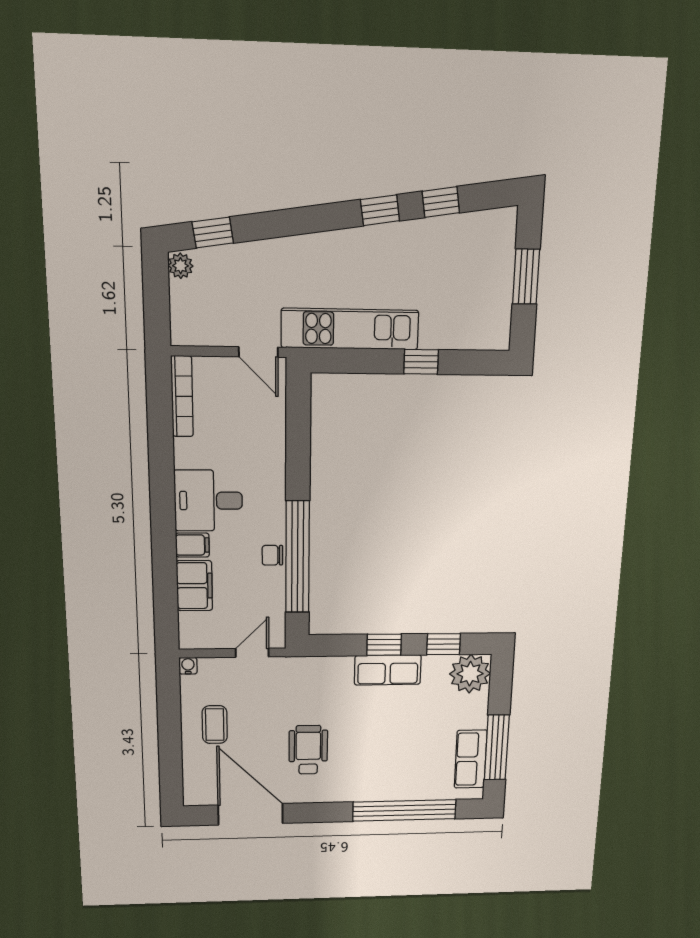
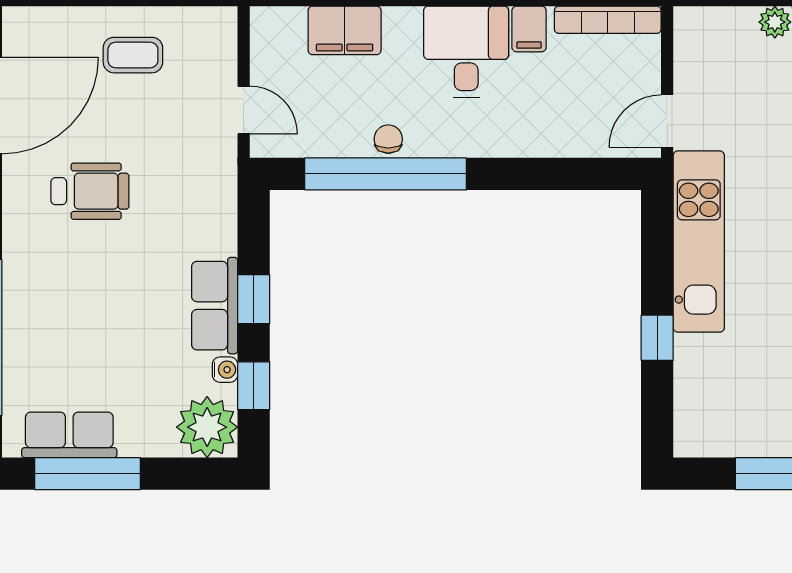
filing cabinet: (192, 545) -> (529, 29), moved
water cooler: (188, 666) -> (225, 370), moved

